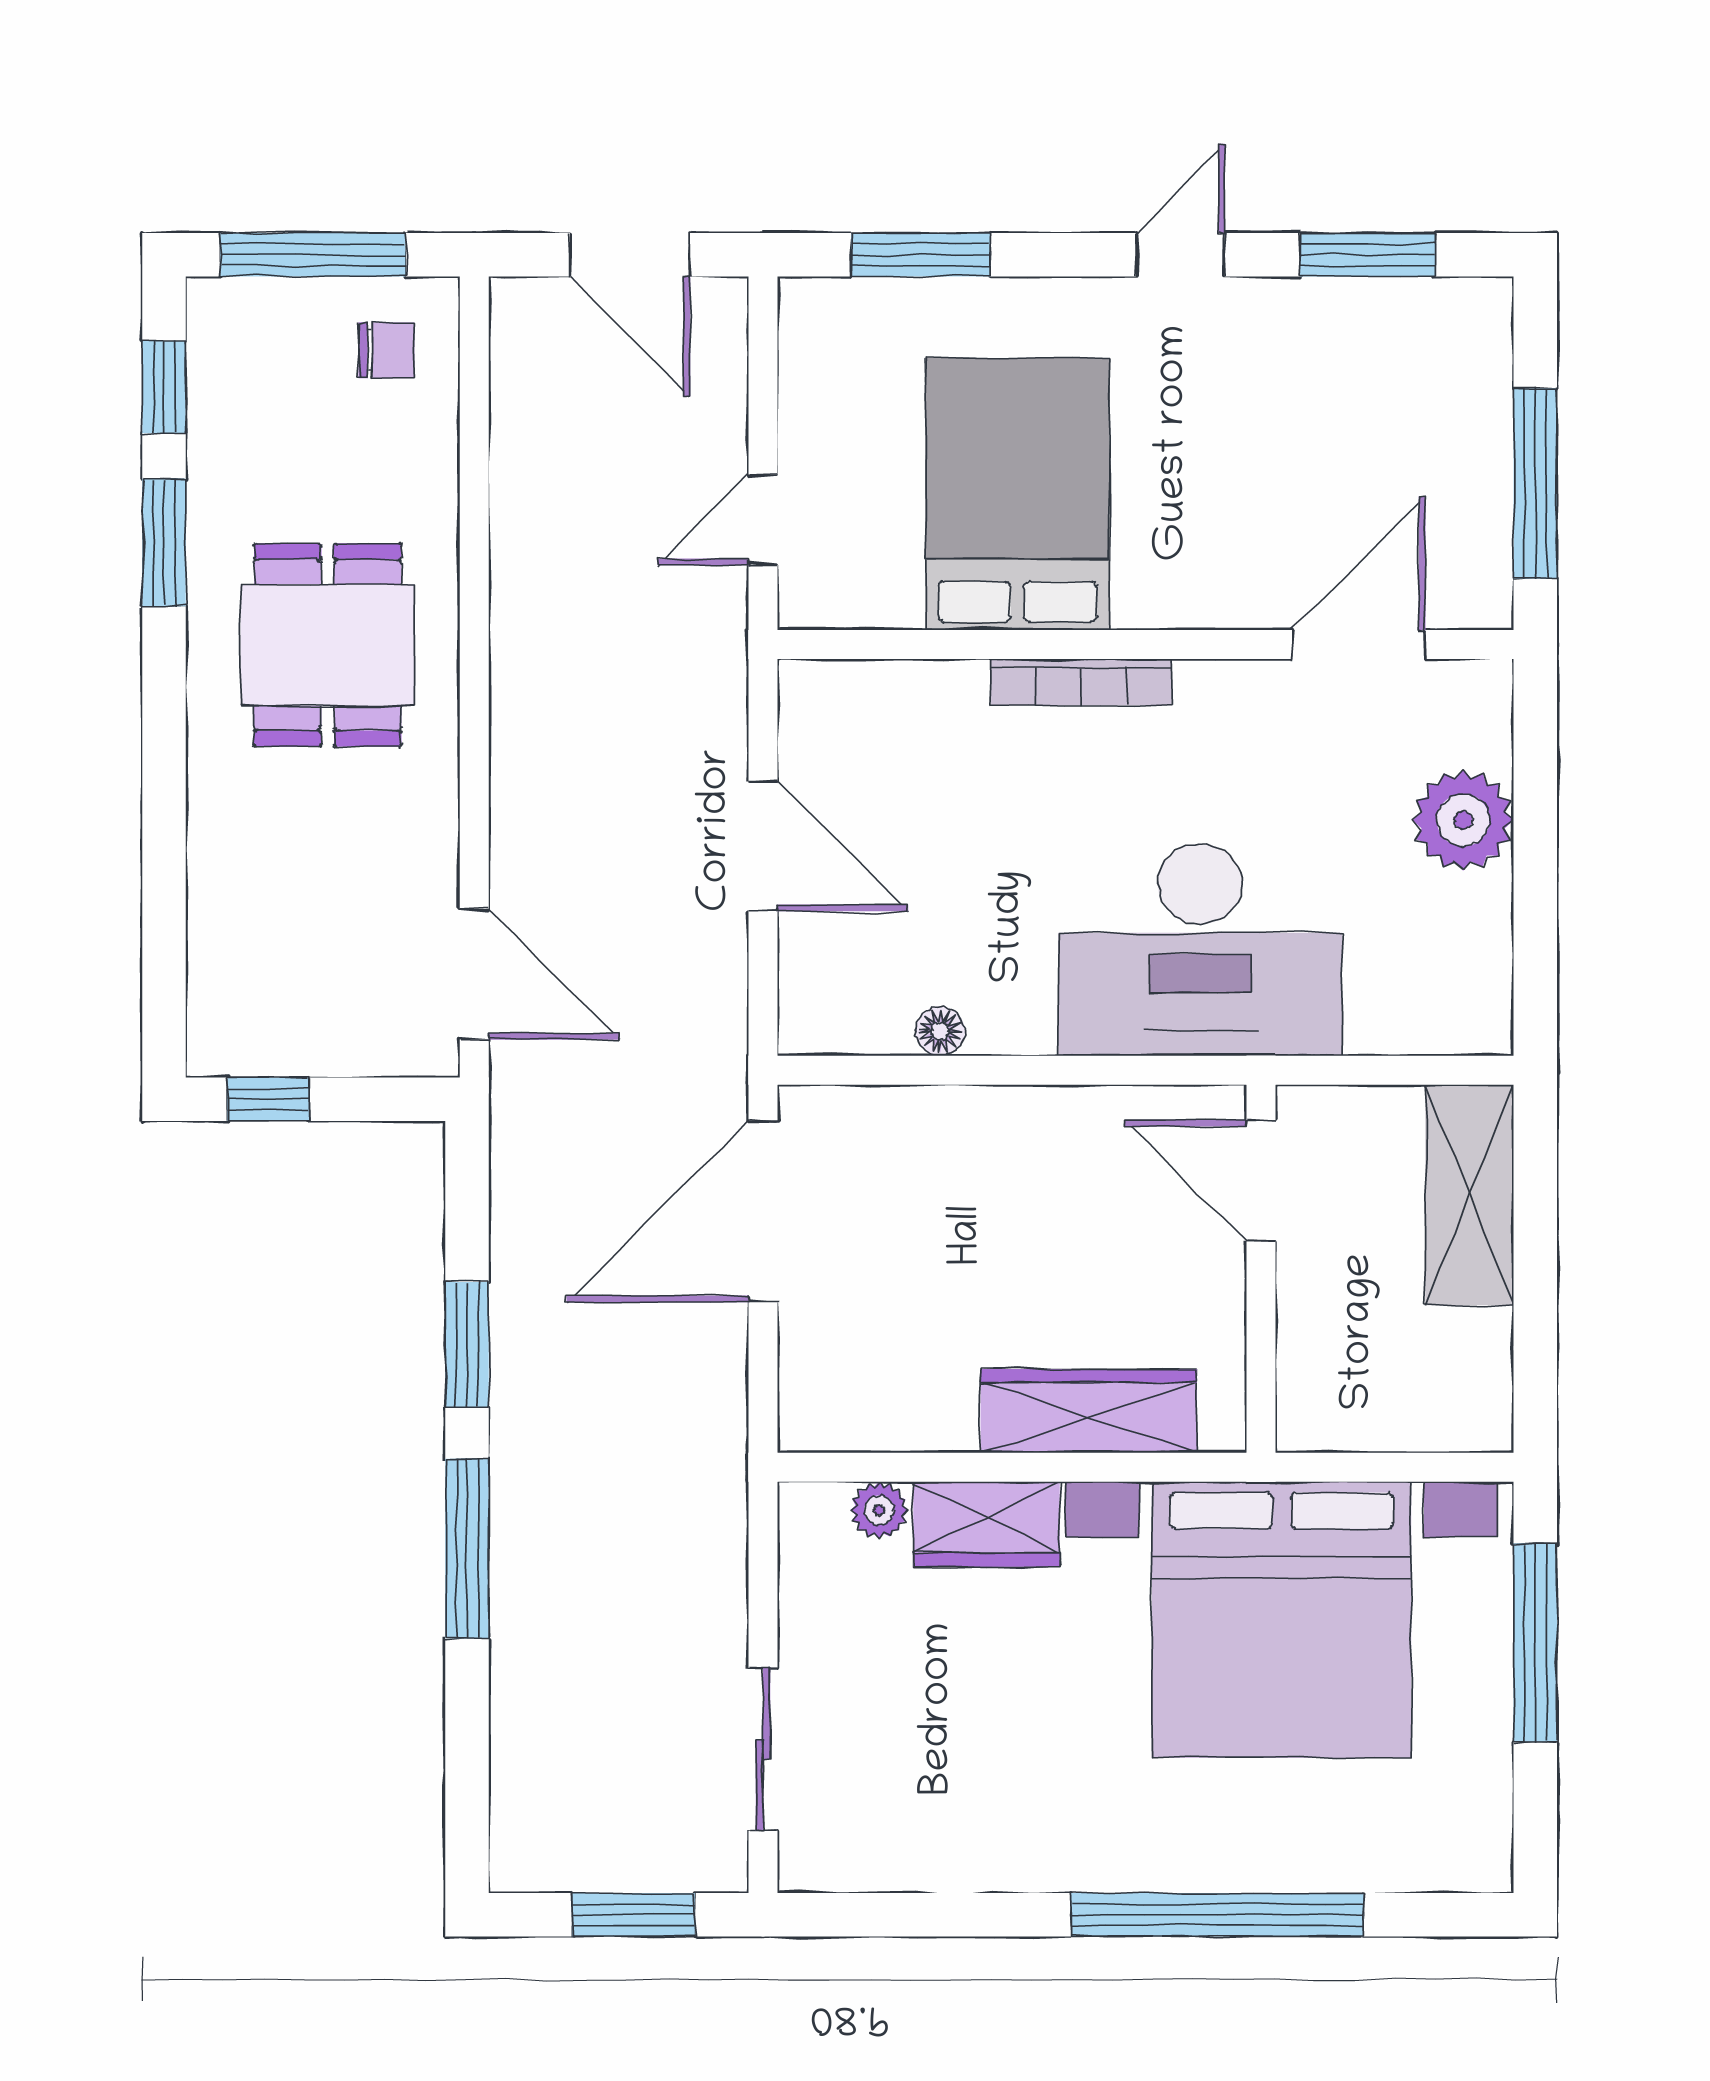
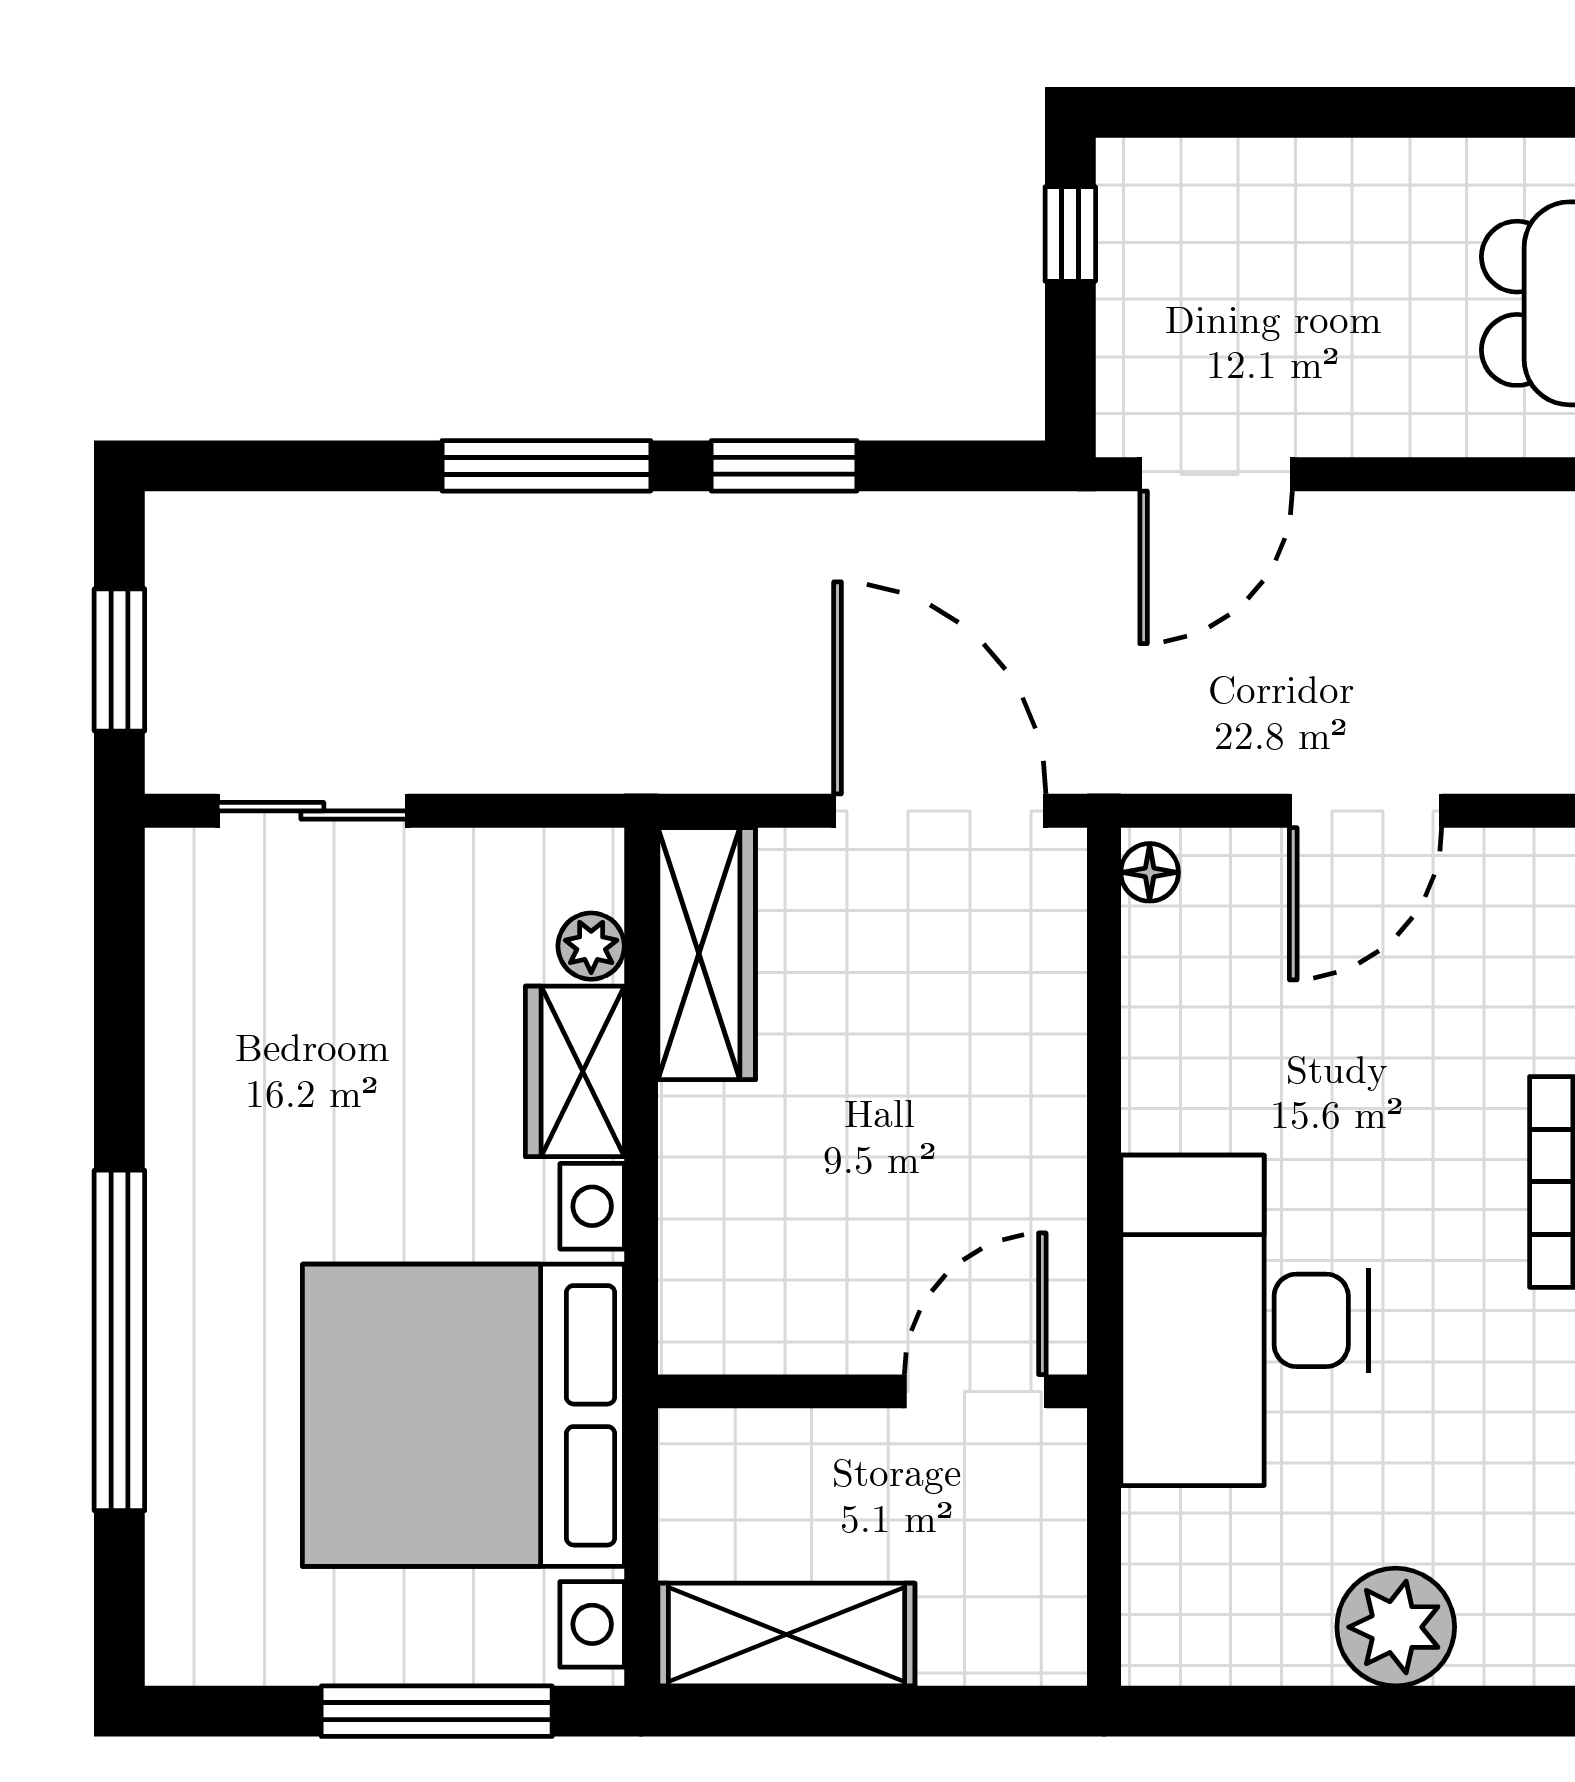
floor lamp: (940, 1031) -> (1150, 872), moved
shelving: (1470, 1195) -> (786, 1635), moved
wardrobe: (1089, 1411) -> (707, 954), moved

